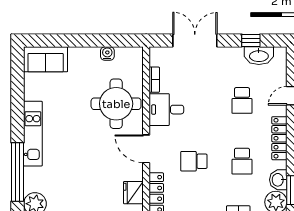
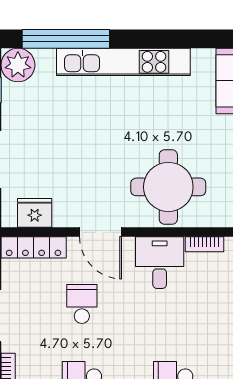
kitchen unit: (33, 134) -> (123, 62), width x1.36
door: (146, 149) -> (101, 232), swing flipped

